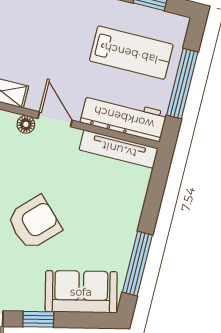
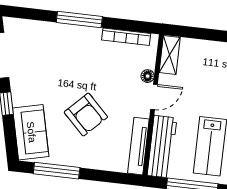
armchair: (34, 223) -> (86, 115), moved

